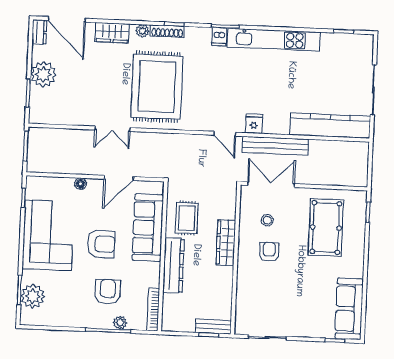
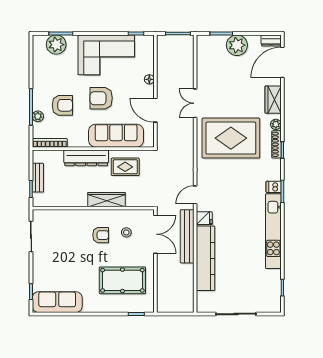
kitchen counter: (330, 126) -> (205, 258), moved
armchair: (101, 244) -> (101, 98), turned 90
bench: (213, 327) -> (38, 178), moved

